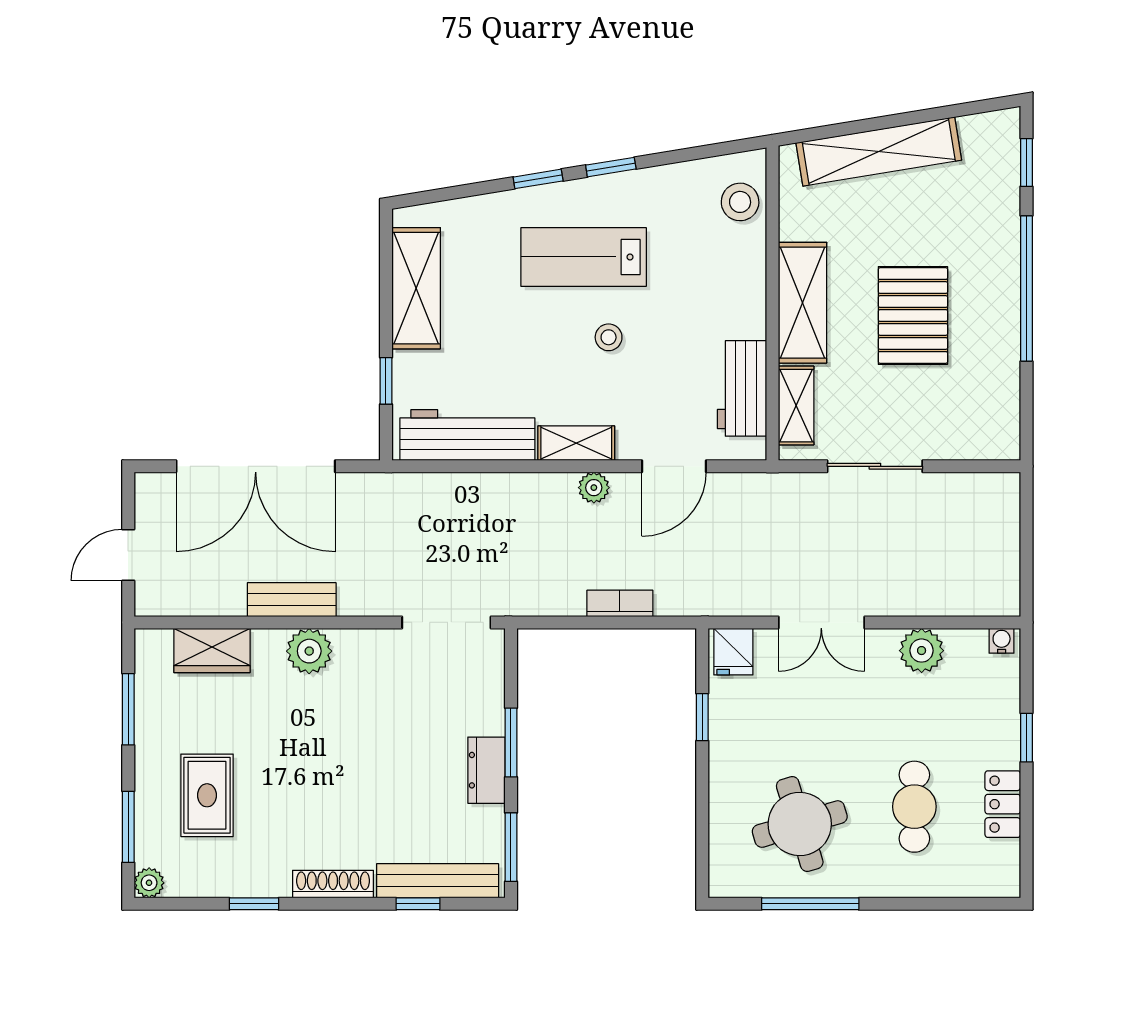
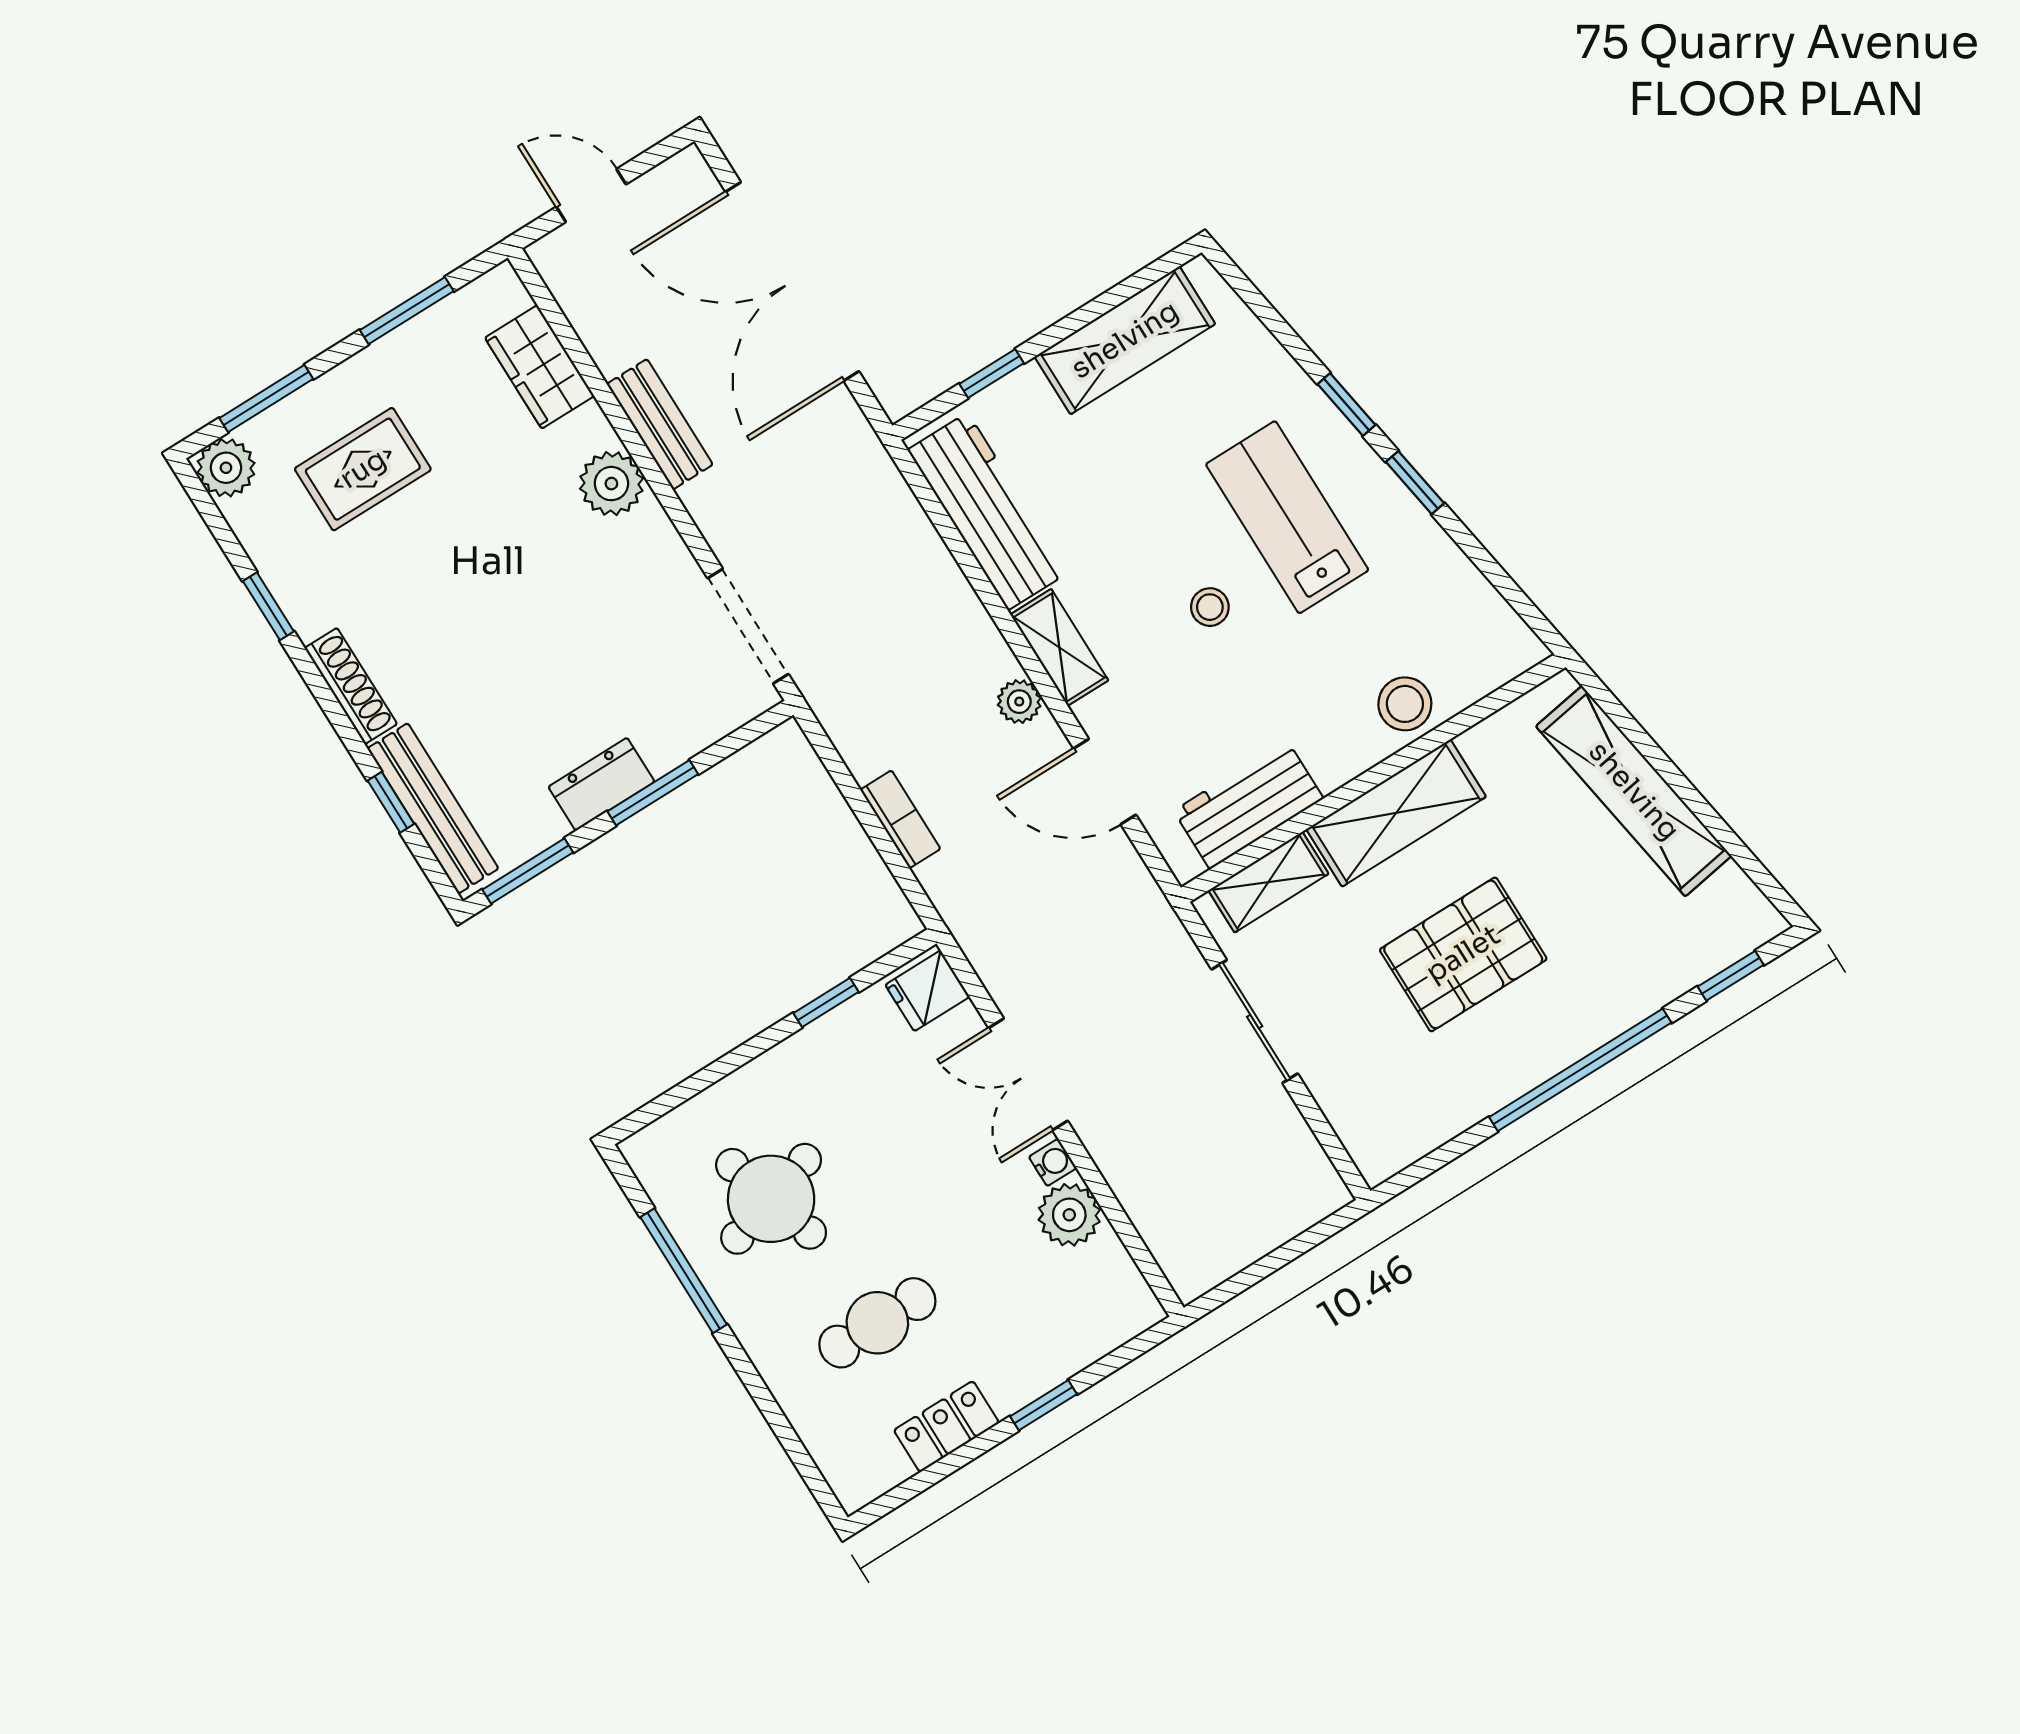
stool: (740, 202) -> (1405, 704), moved
water cooler: (1002, 641) -> (1053, 1162), moved
plant: (149, 883) -> (226, 468), width x1.38, depth x1.38

